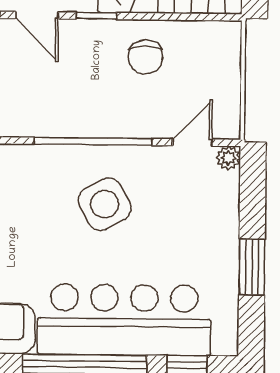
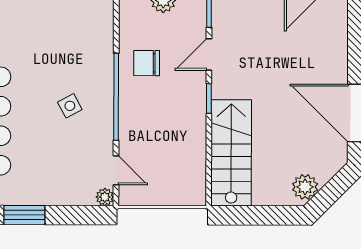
chair: (145, 57) -> (147, 63), moved
side table: (105, 204) -> (70, 106), width x0.54, depth x0.54

